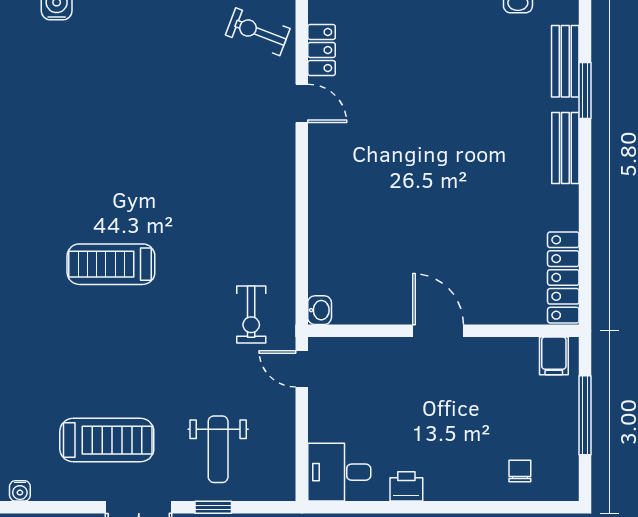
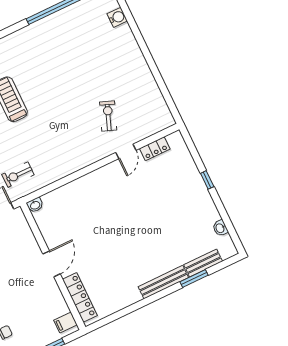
exercise bike: (258, 32) -> (108, 116), moved
bench: (565, 148) -> (163, 282), width x1.36
locker: (563, 277) -> (80, 297), moved, turned 90

